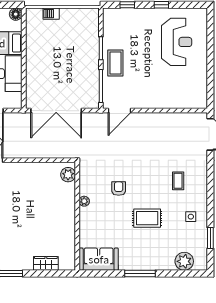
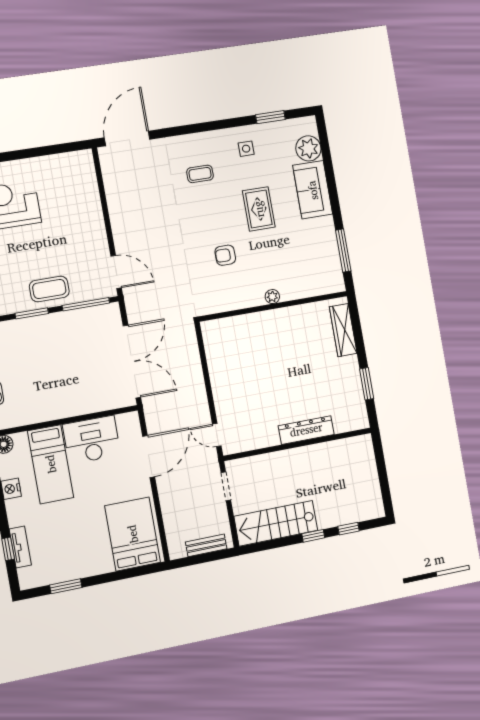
plant: (68, 175) -> (219, 329), removed
plant: (84, 201) -> (272, 297), moved
sofa: (99, 259) -> (313, 190), moved
wardrobe: (46, 263) -> (343, 330), width x1.50
window: (140, 274) -> (343, 251), moved

